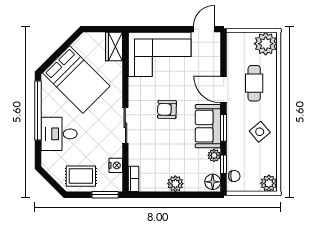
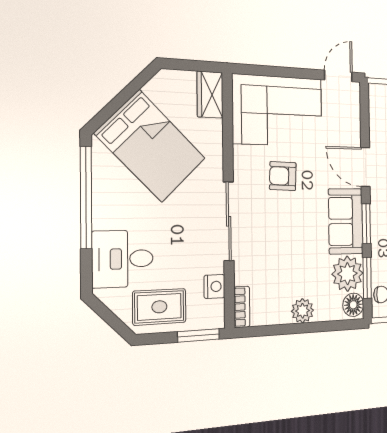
armchair: (167, 109) -> (283, 176), moved
sliding door: (125, 125) -> (229, 221), width x1.37
desk: (59, 134) -> (123, 259), moved
plant: (214, 155) -> (347, 274), width x1.88, depth x1.88
window: (224, 164) -> (367, 278), width x1.50

